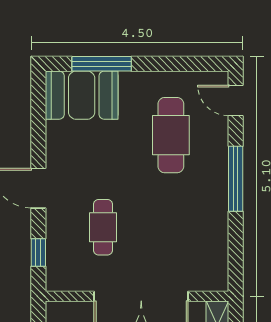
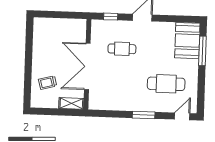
window: (236, 179) -> (144, 115), width x0.69

